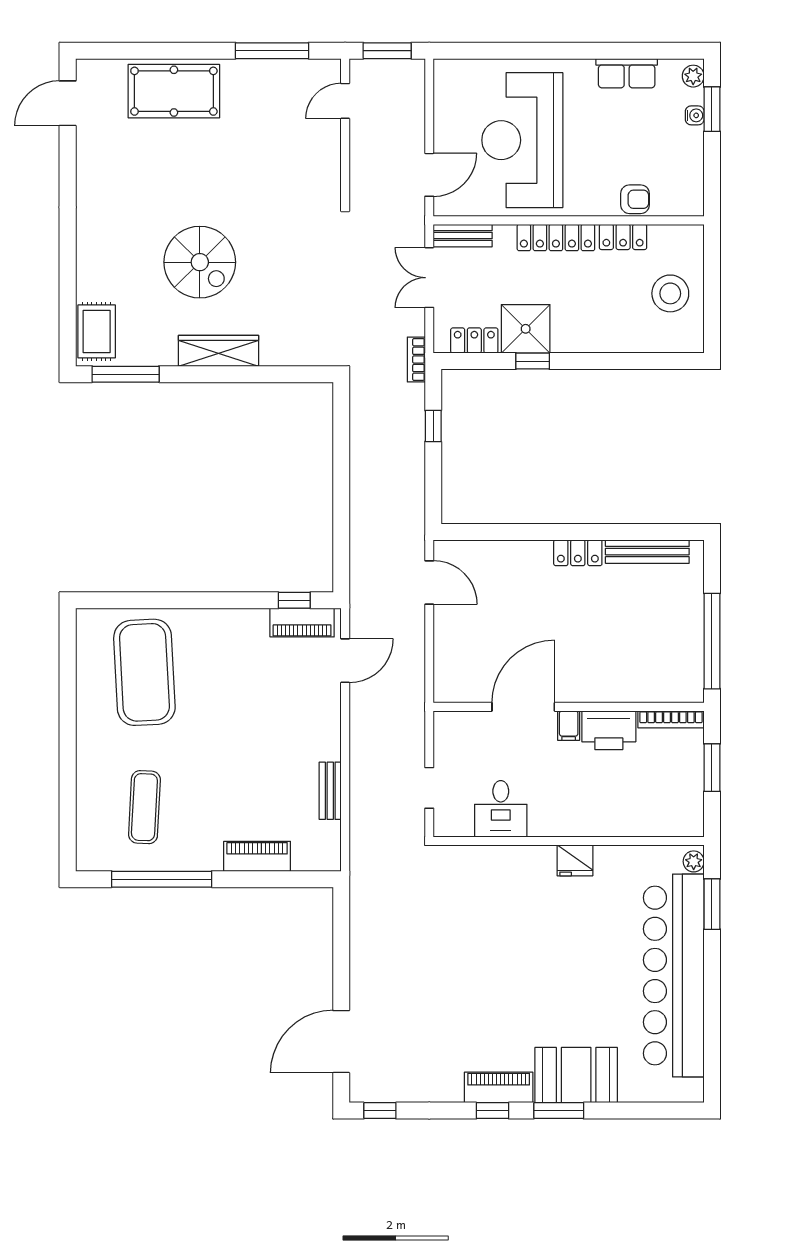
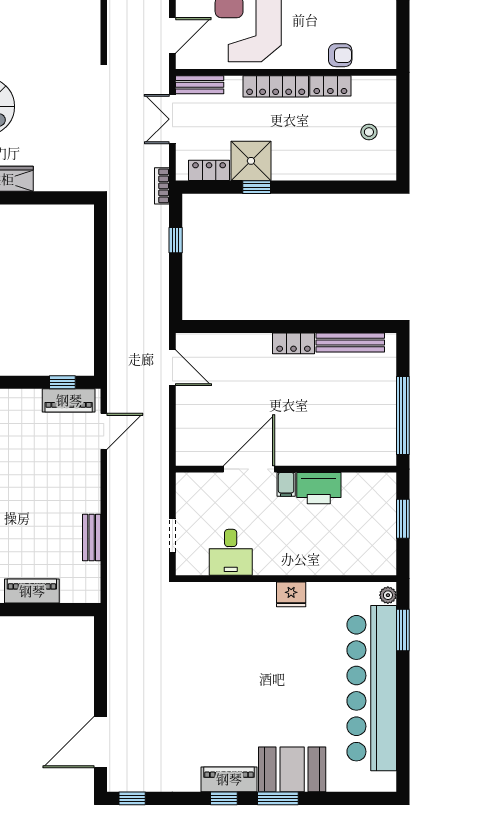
stool: (670, 293) -> (369, 132), width x0.53, depth x0.53
bookcase: (671, 719) -> (369, 479), removed

